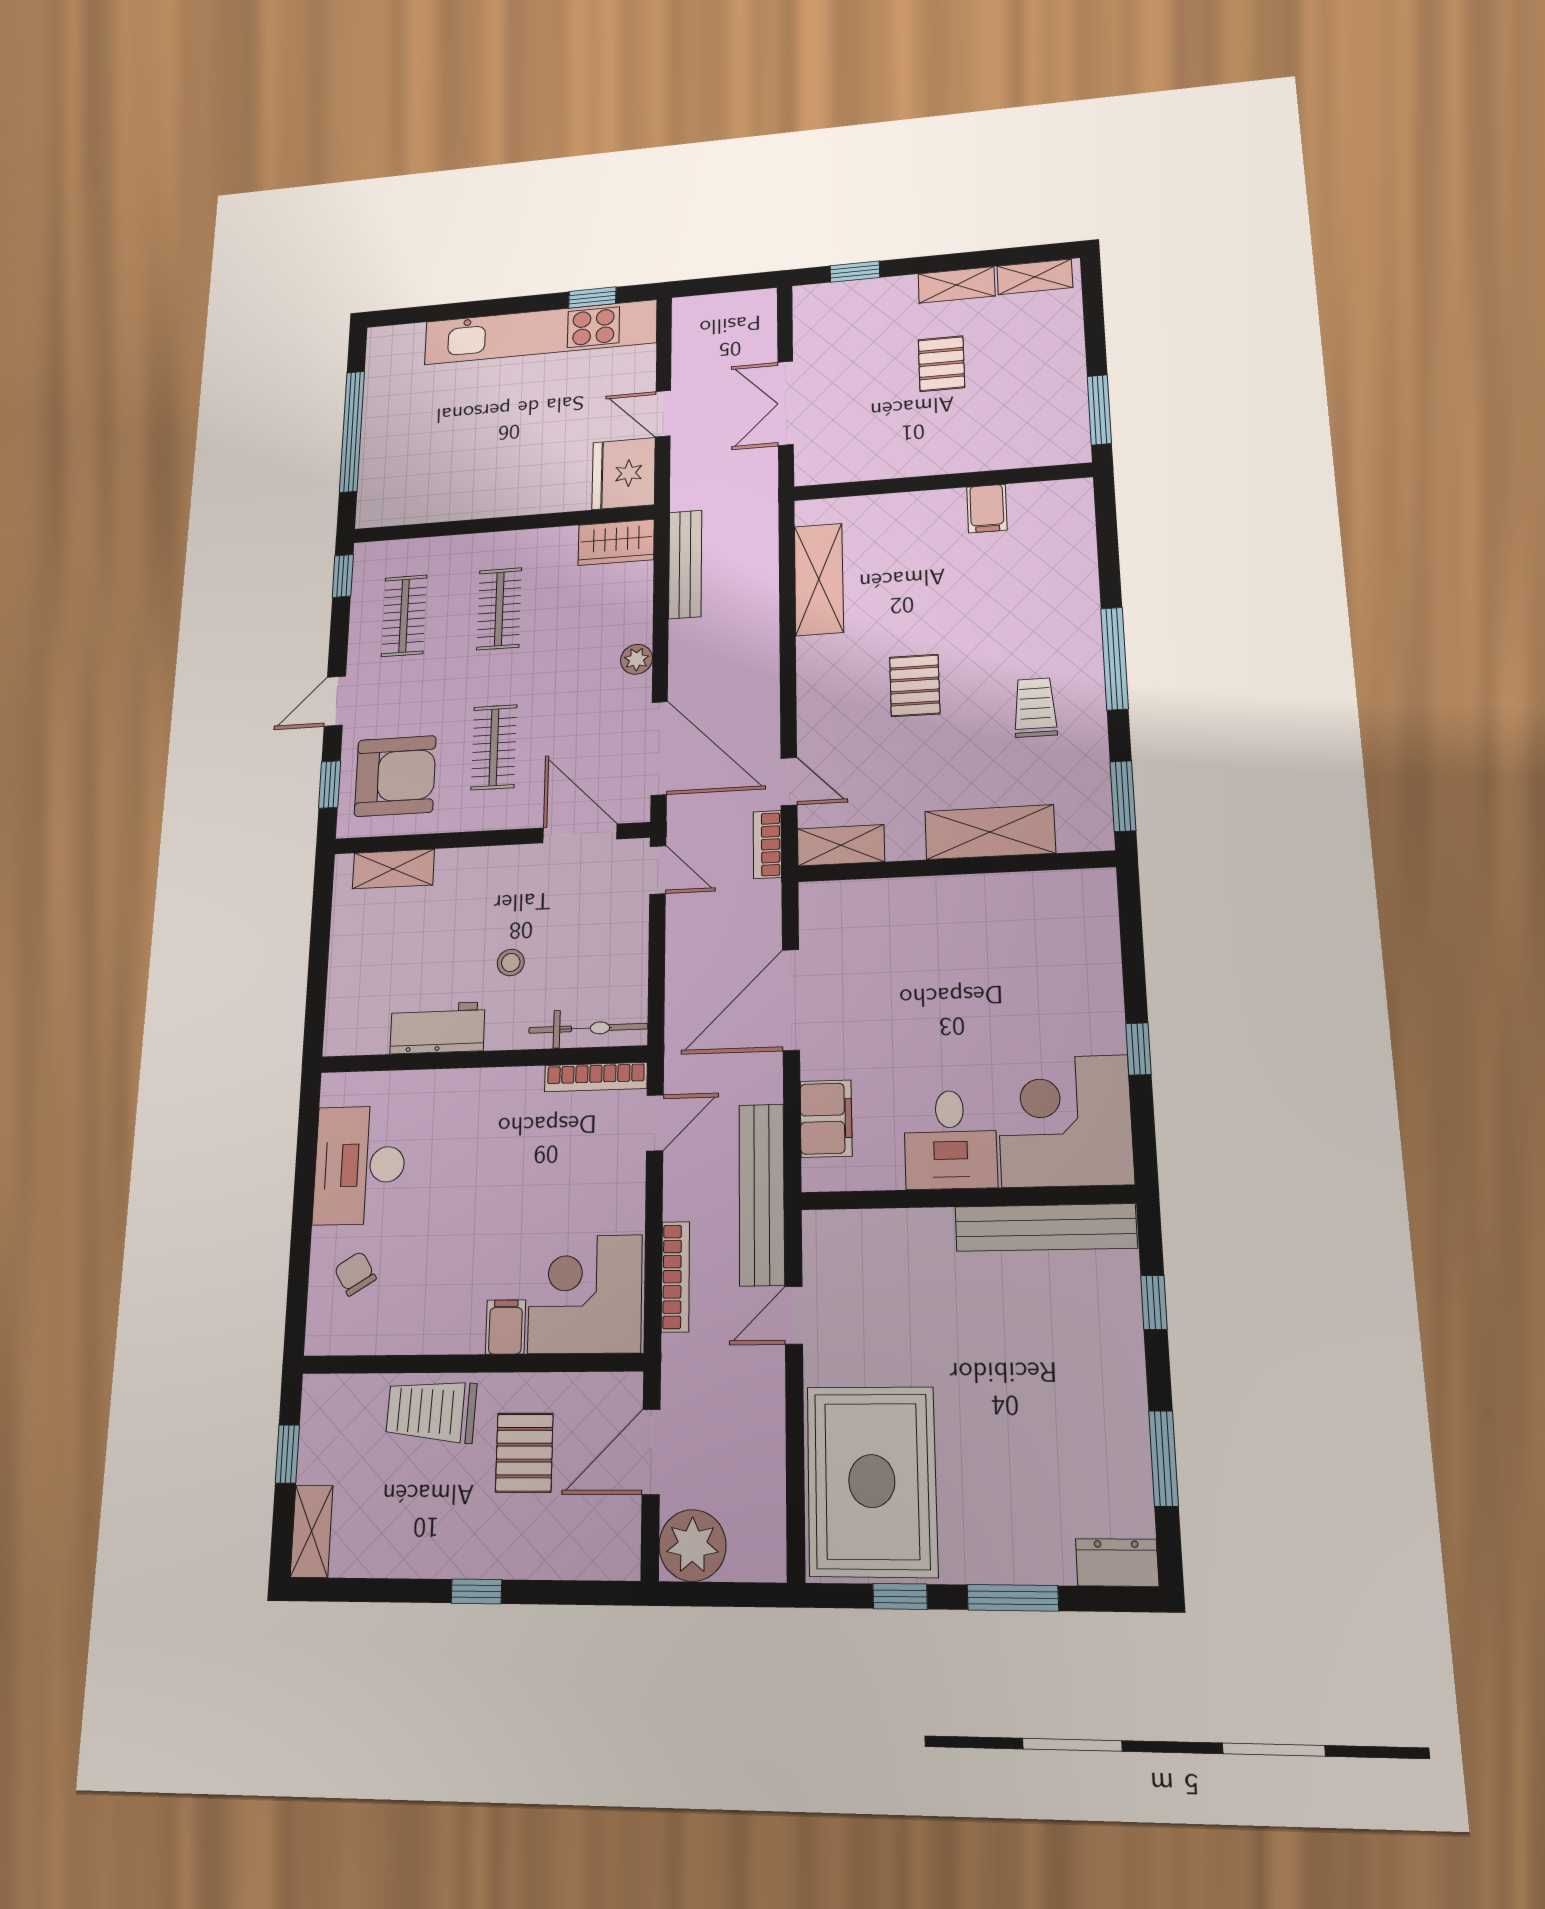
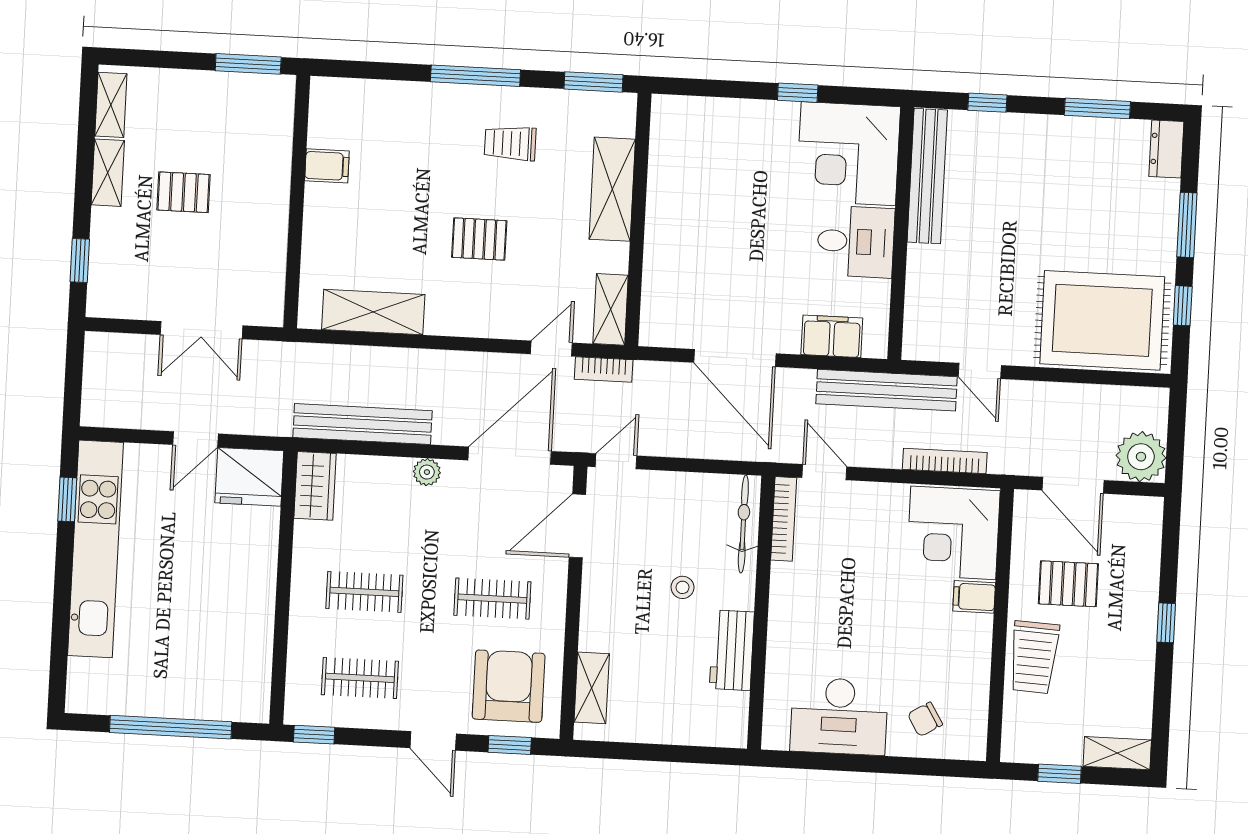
bench: (685, 564) -> (363, 424), width x1.37, depth x1.21

